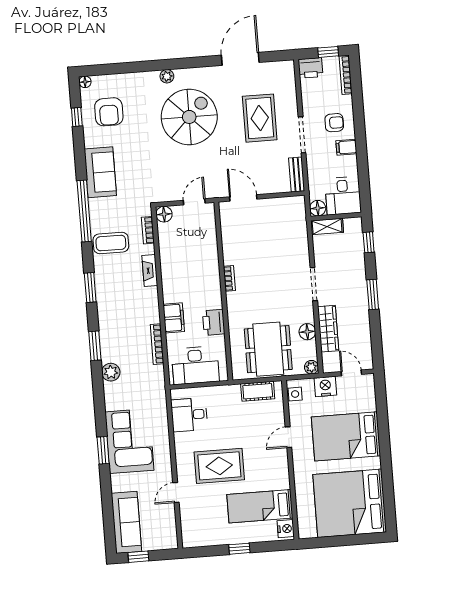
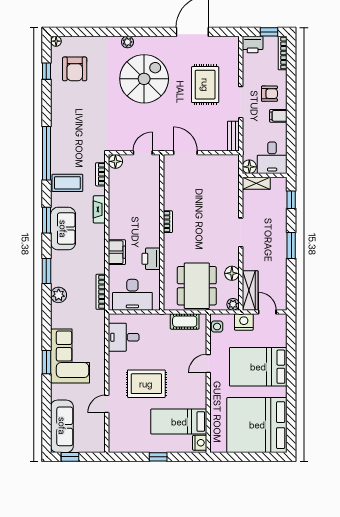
sofa: (100, 172) -> (63, 229), moved
wardrobe: (328, 329) -> (250, 290), moved
bookcase: (157, 344) -> (101, 292), moved

